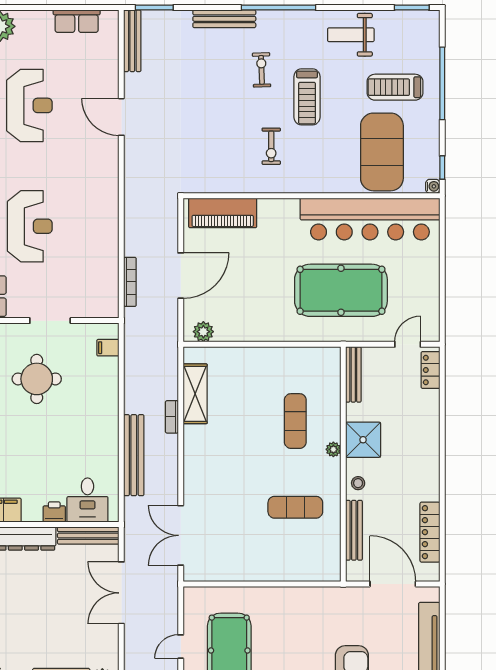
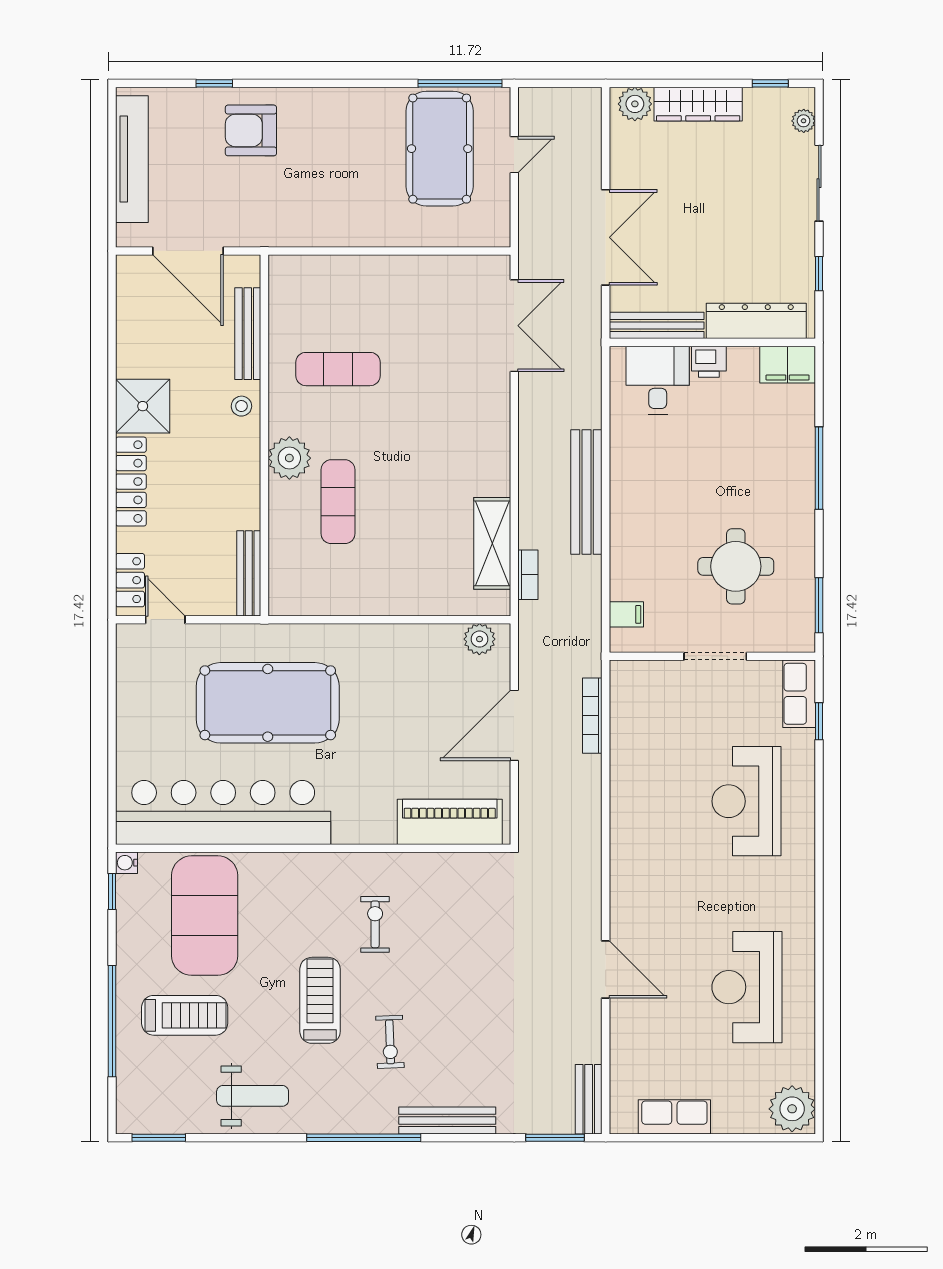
bench: (132, 41) -> (589, 1099), width x0.73
door: (408, 344) -> (165, 620), swing flipped
bookcase: (172, 417) -> (528, 575), moved
shower: (363, 440) -> (143, 406), moved
plant: (333, 449) -> (289, 458), width x1.88, depth x1.88
bench: (134, 455) -> (586, 492), moved
locker: (430, 532) -> (131, 482), moved

